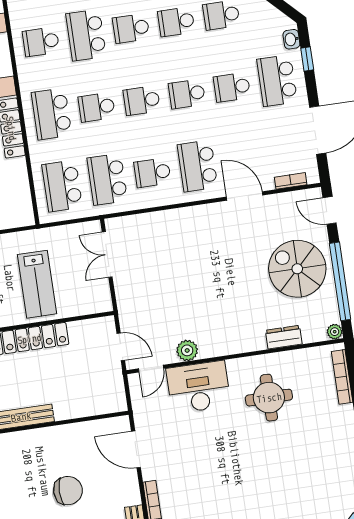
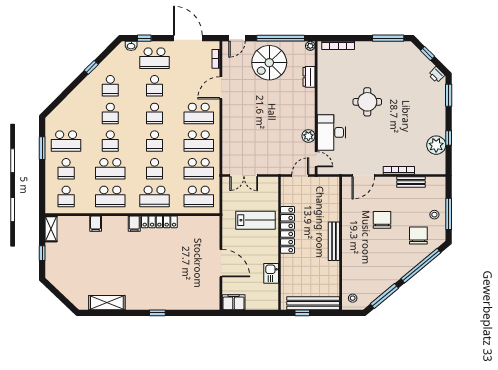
school desk: (41, 42) -> (110, 196), width x1.85
school desk: (152, 173) -> (199, 141), width x1.85
round table: (269, 398) -> (367, 102), moved

